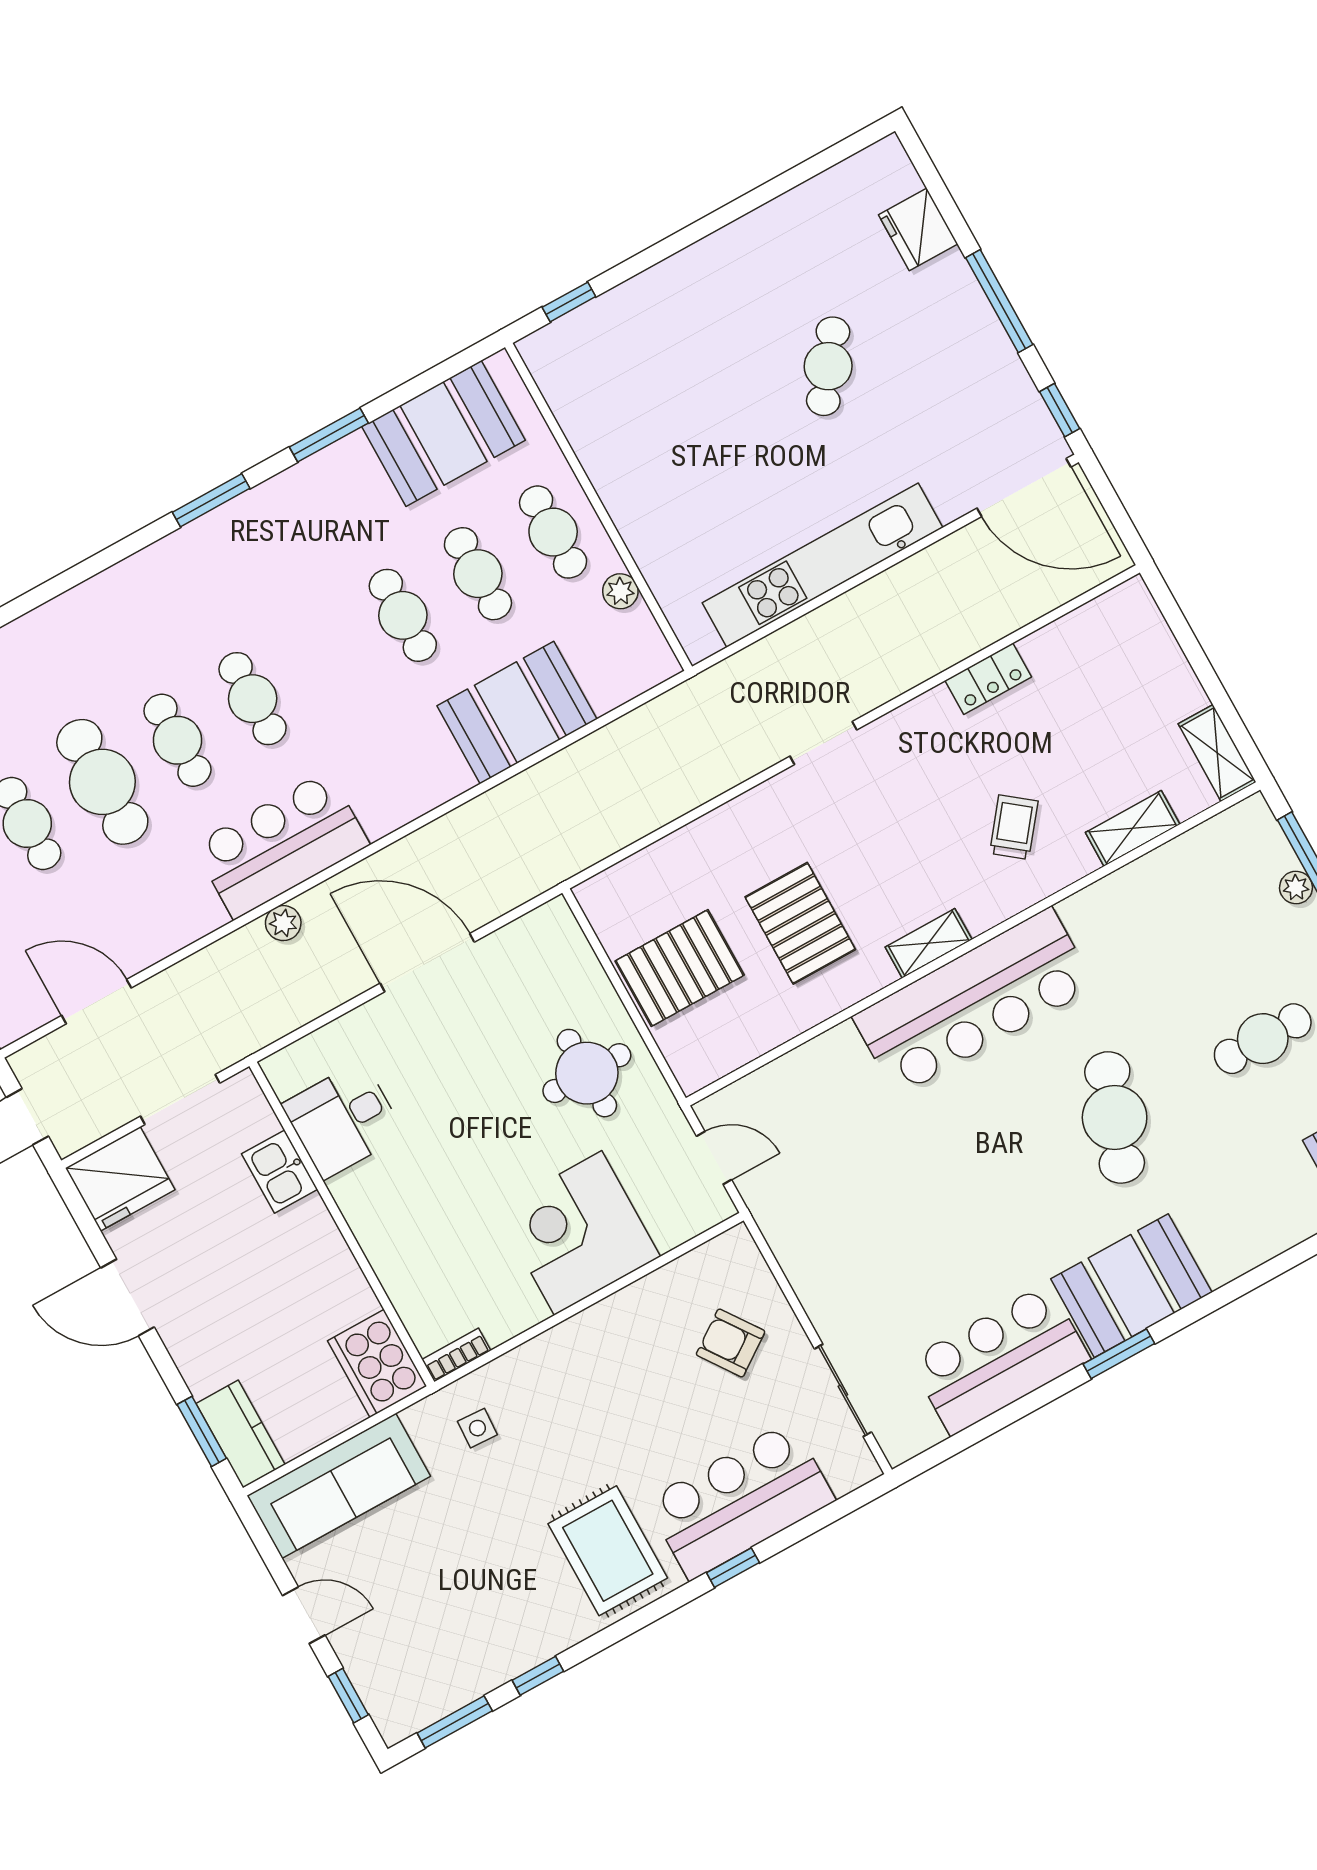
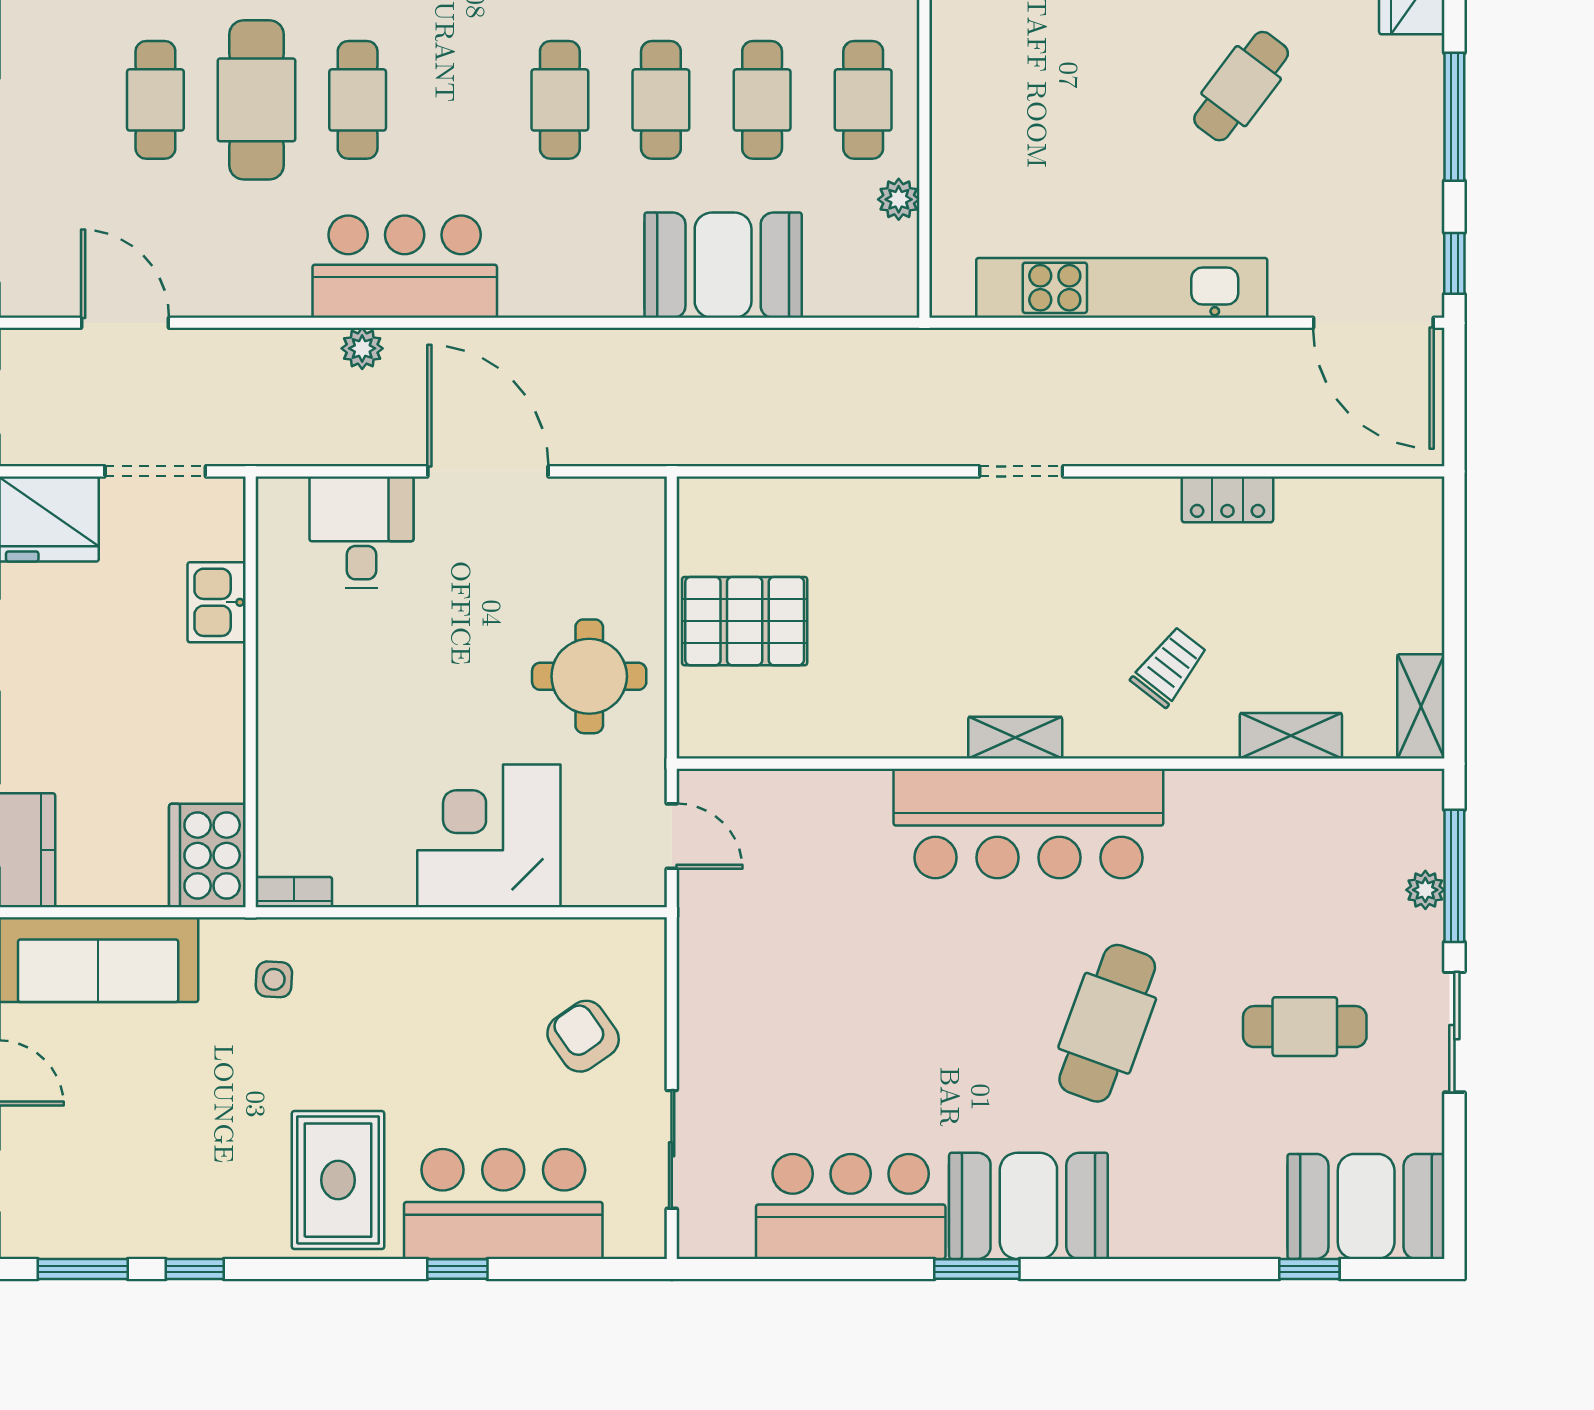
cafe table: (253, 699) -> (560, 100), moved
pallet: (800, 923) -> (894, 644), removed
desk: (343, 1120) -> (362, 532), moved, turned 90

